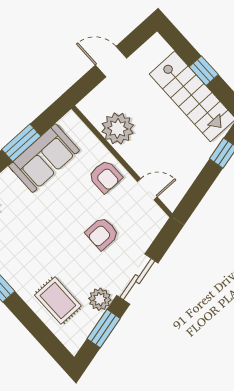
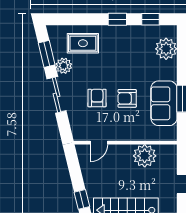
armchair: (105, 176) -> (127, 98), moved

